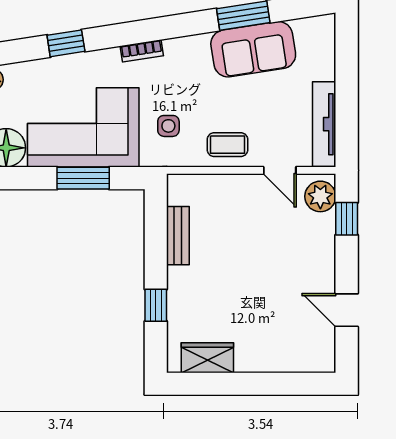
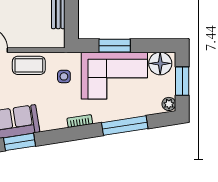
window: (66, 43) -> (125, 126), width x2.17
coffee table: (227, 145) -> (29, 65), width x1.36, depth x1.30

